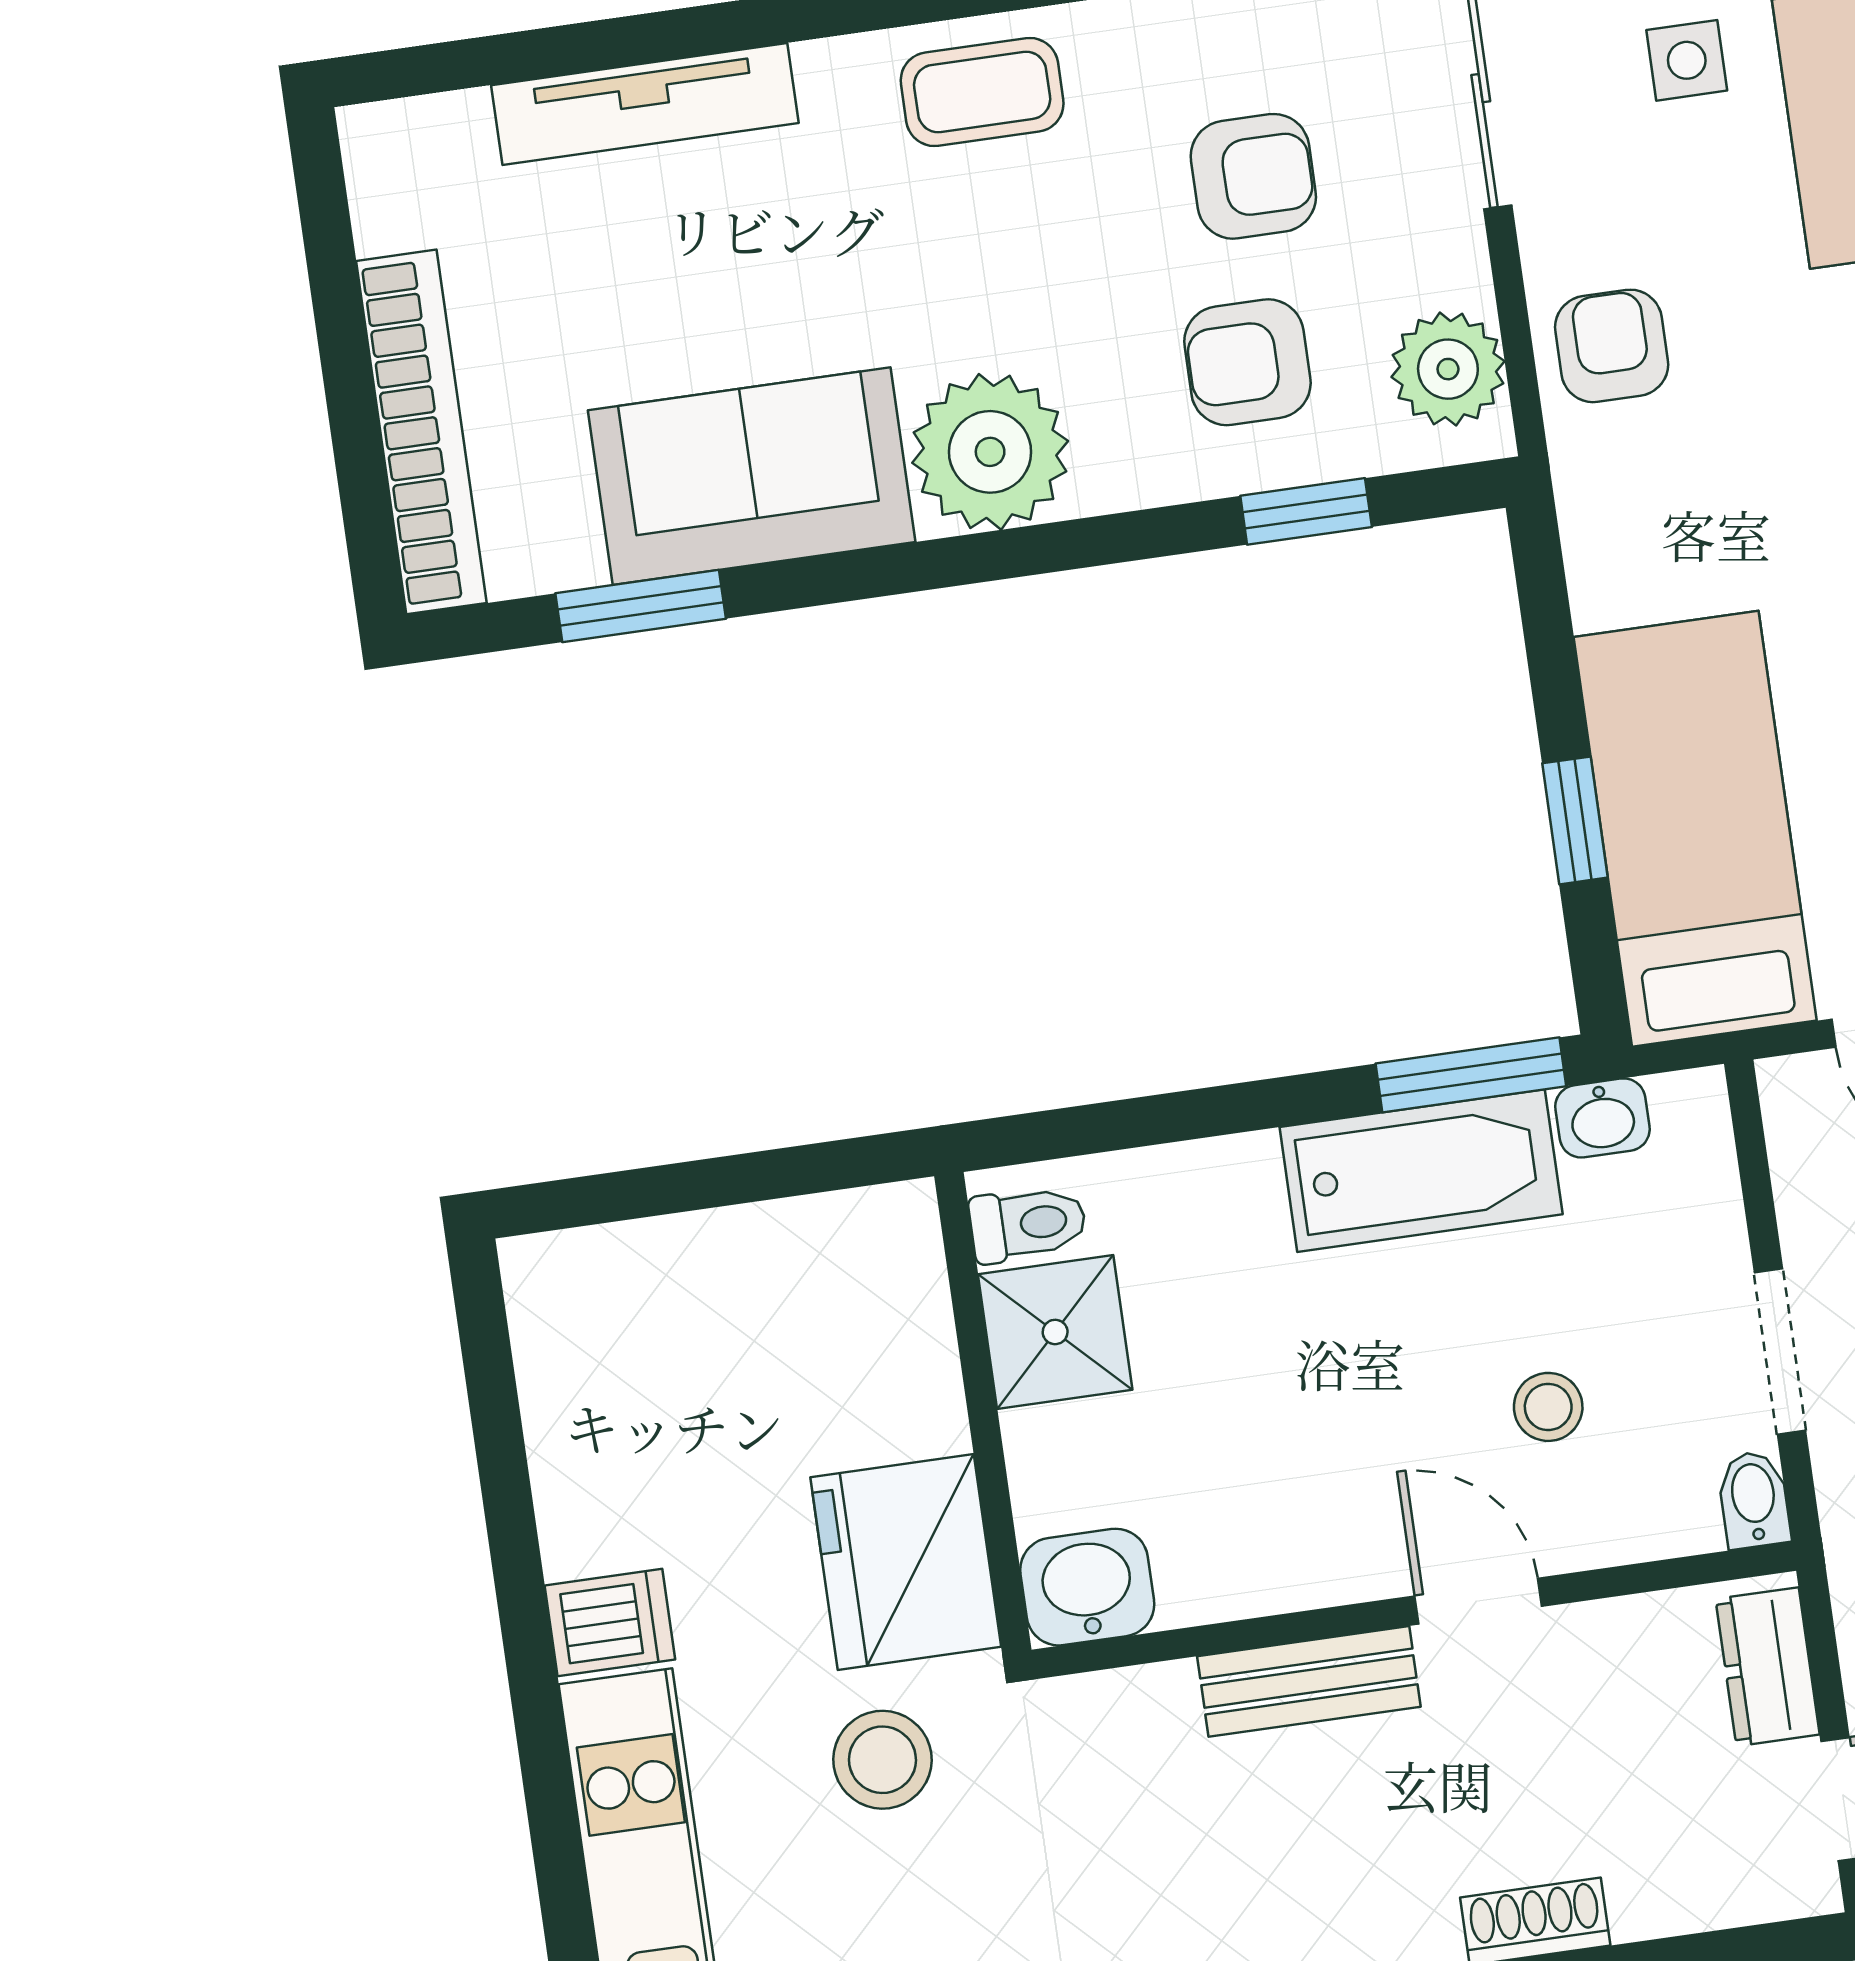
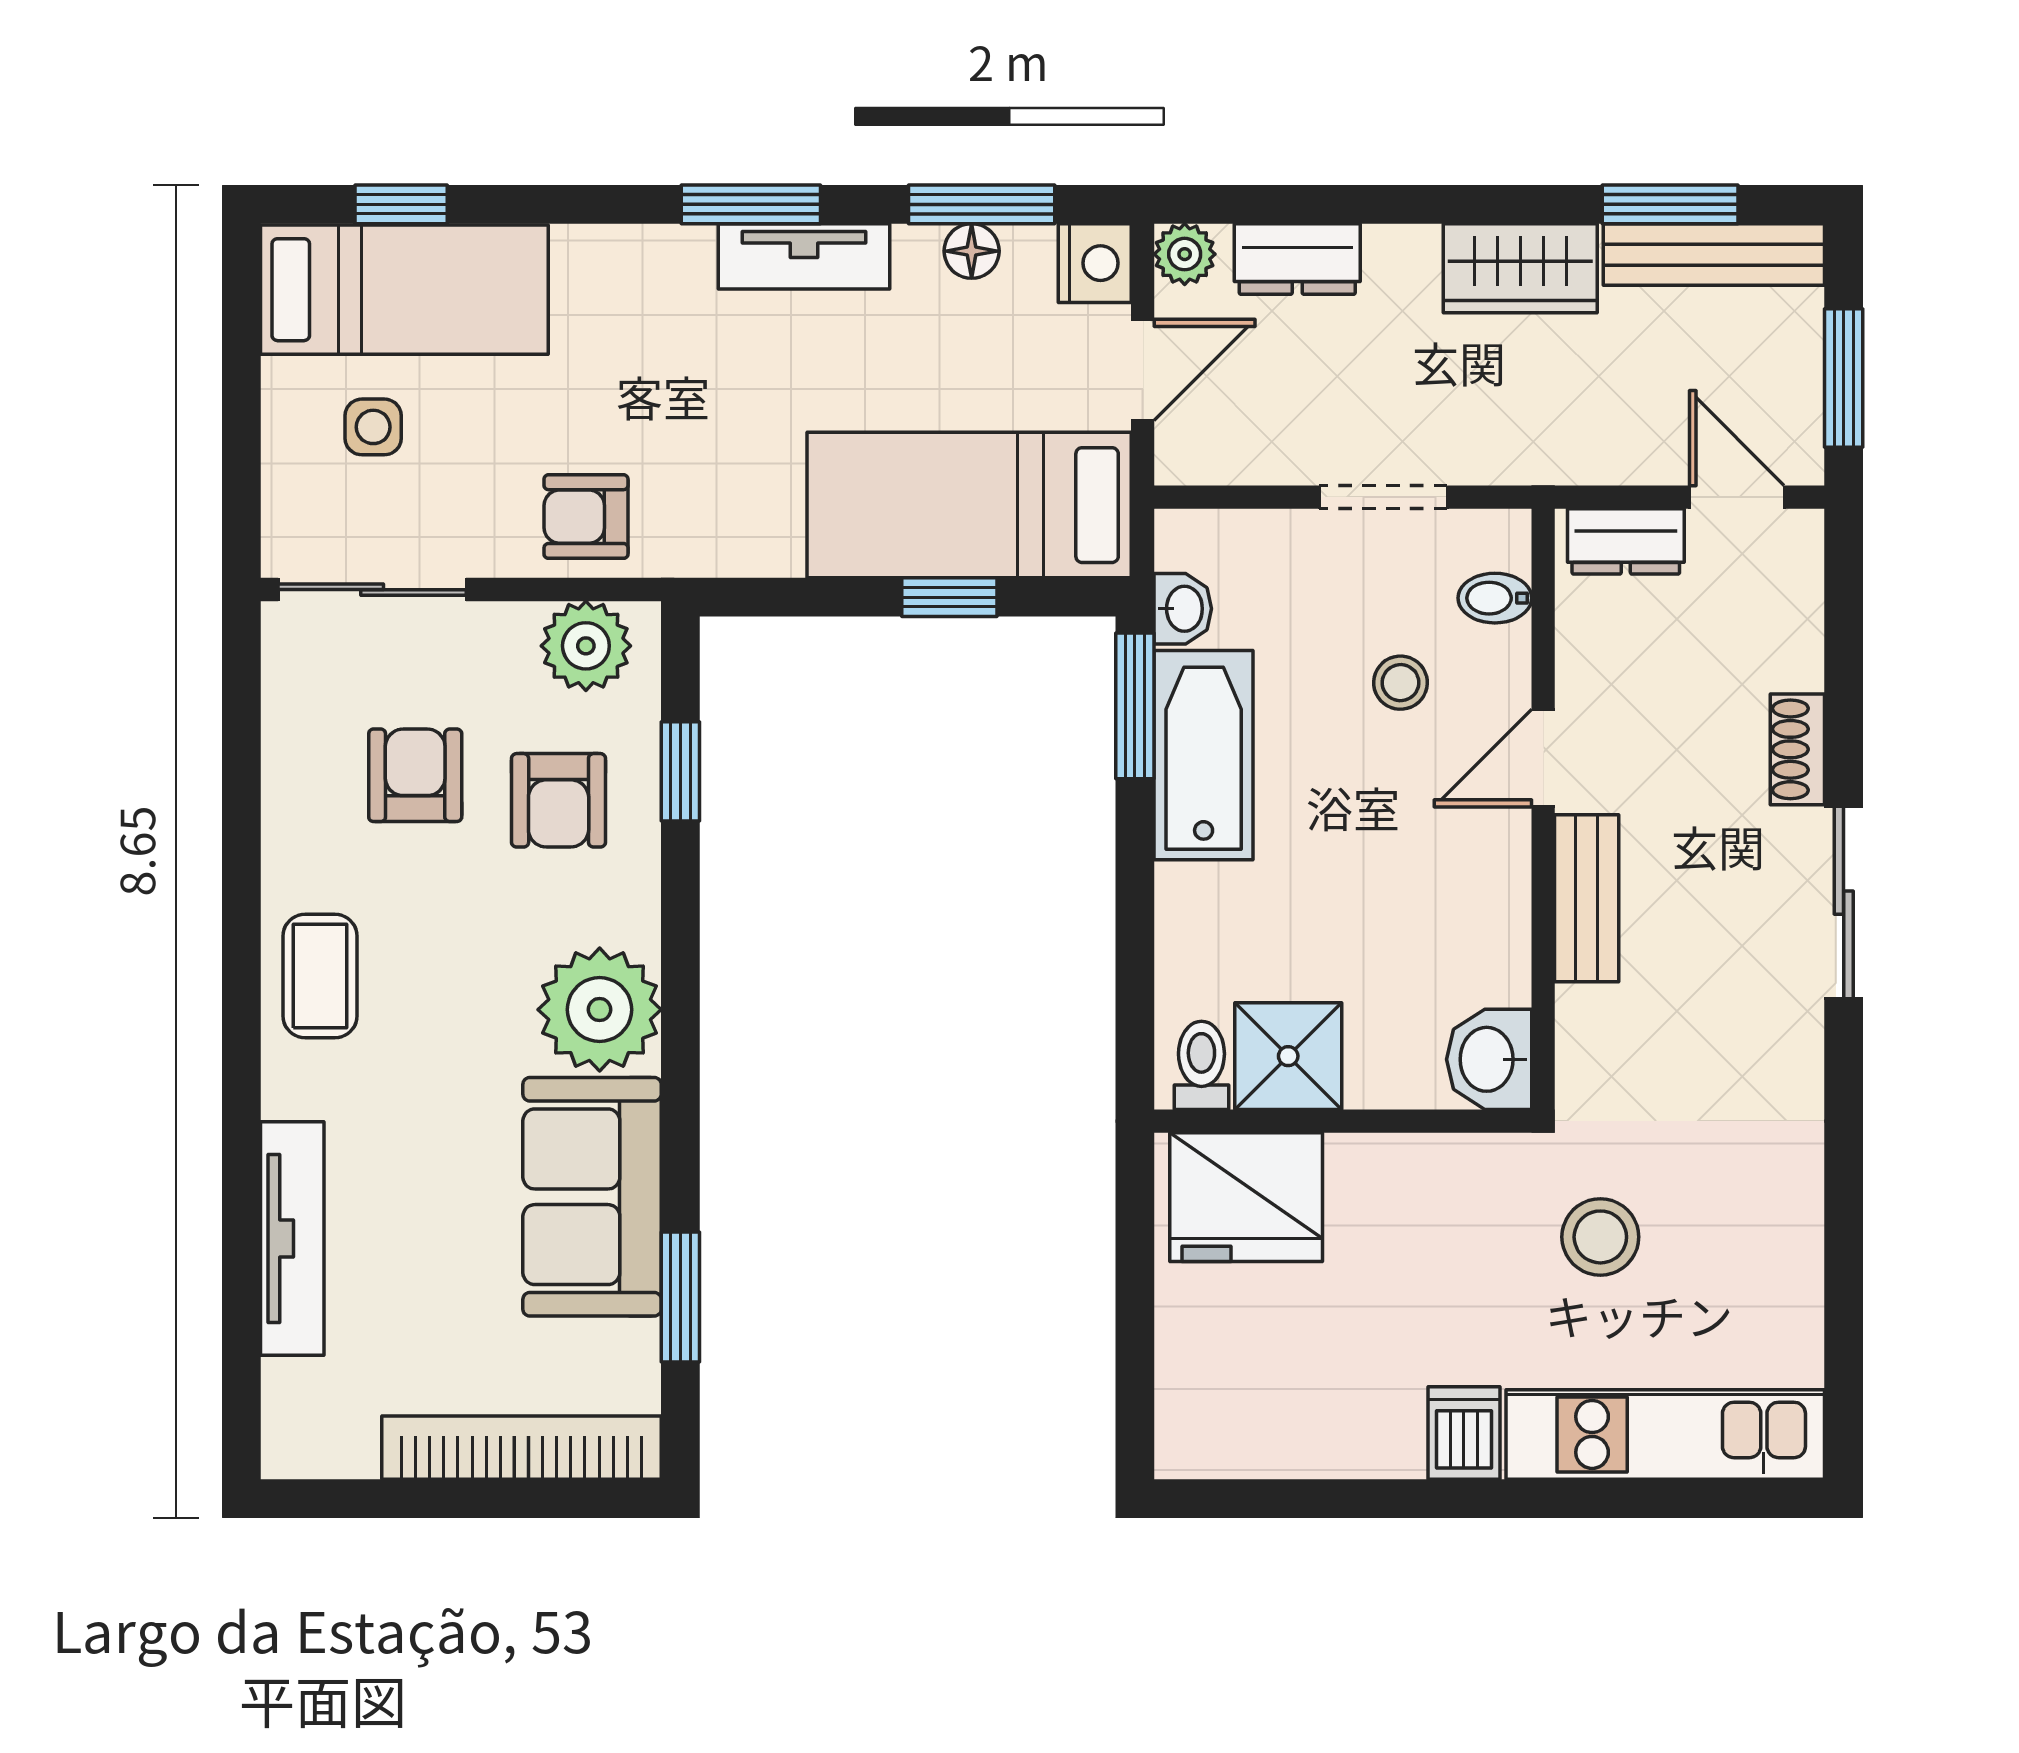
bidet: (1754, 1500) -> (1495, 598), moved
fridge: (906, 1562) -> (1246, 1197), moved

